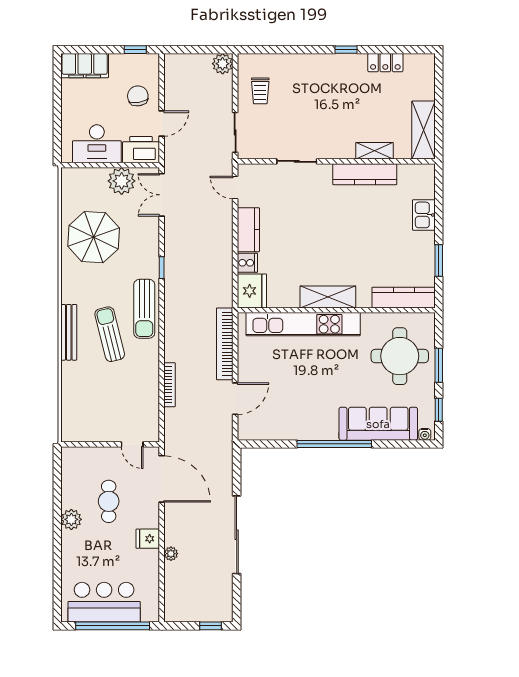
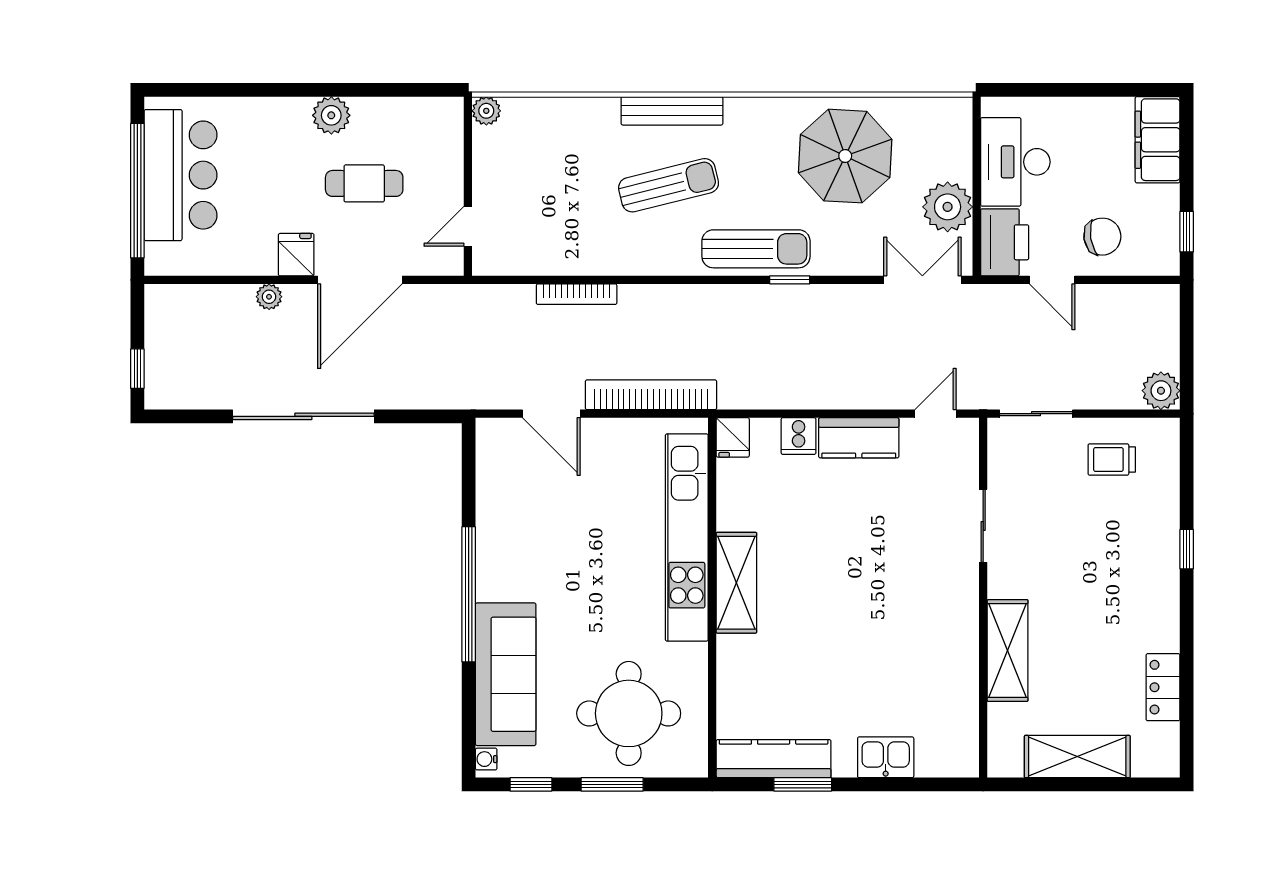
window: (346, 50) -> (1187, 549), moved
shelving: (423, 130) -> (1077, 757), moved
shelving: (375, 151) -> (1008, 651), width x1.50, depth x1.33
kitchen counter: (365, 174) -> (960, 650), removed
fridge: (252, 291) -> (733, 437), width x0.53, depth x0.75
kitchen counter: (404, 298) -> (774, 759), moved, turned -90
sun lounger: (144, 309) -> (756, 249), moved, turned 180
plant: (69, 434) -> (486, 111), added
door: (162, 479) -> (360, 280), moved

